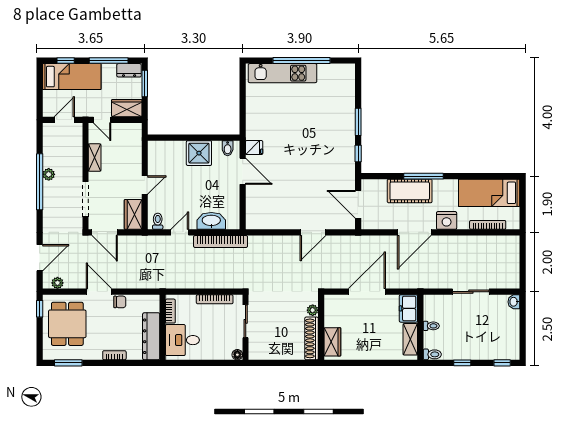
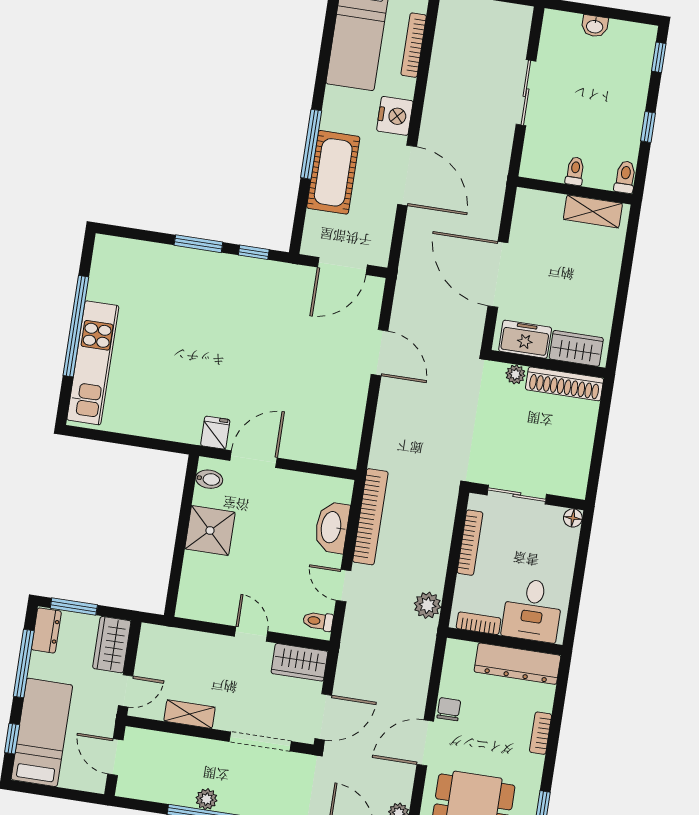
plant: (176, 281) -> (428, 605), added
washbasin: (514, 302) -> (595, 26), moved
freezer: (408, 308) -> (525, 339), moved, turned 180

